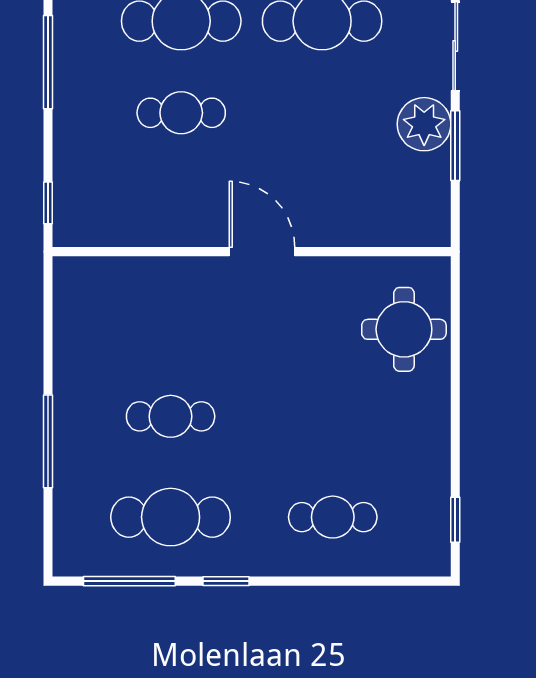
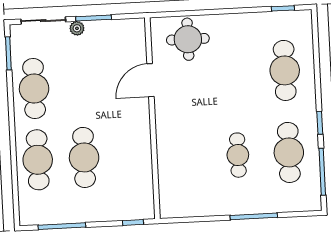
cafe table: (181, 113) -> (84, 157), width x1.37, depth x1.35
plant: (424, 124) -> (77, 28), width x0.53, depth x0.53
door: (262, 252) -> (151, 80), moved
cafe table: (333, 517) -> (285, 70), width x1.37, depth x1.35

